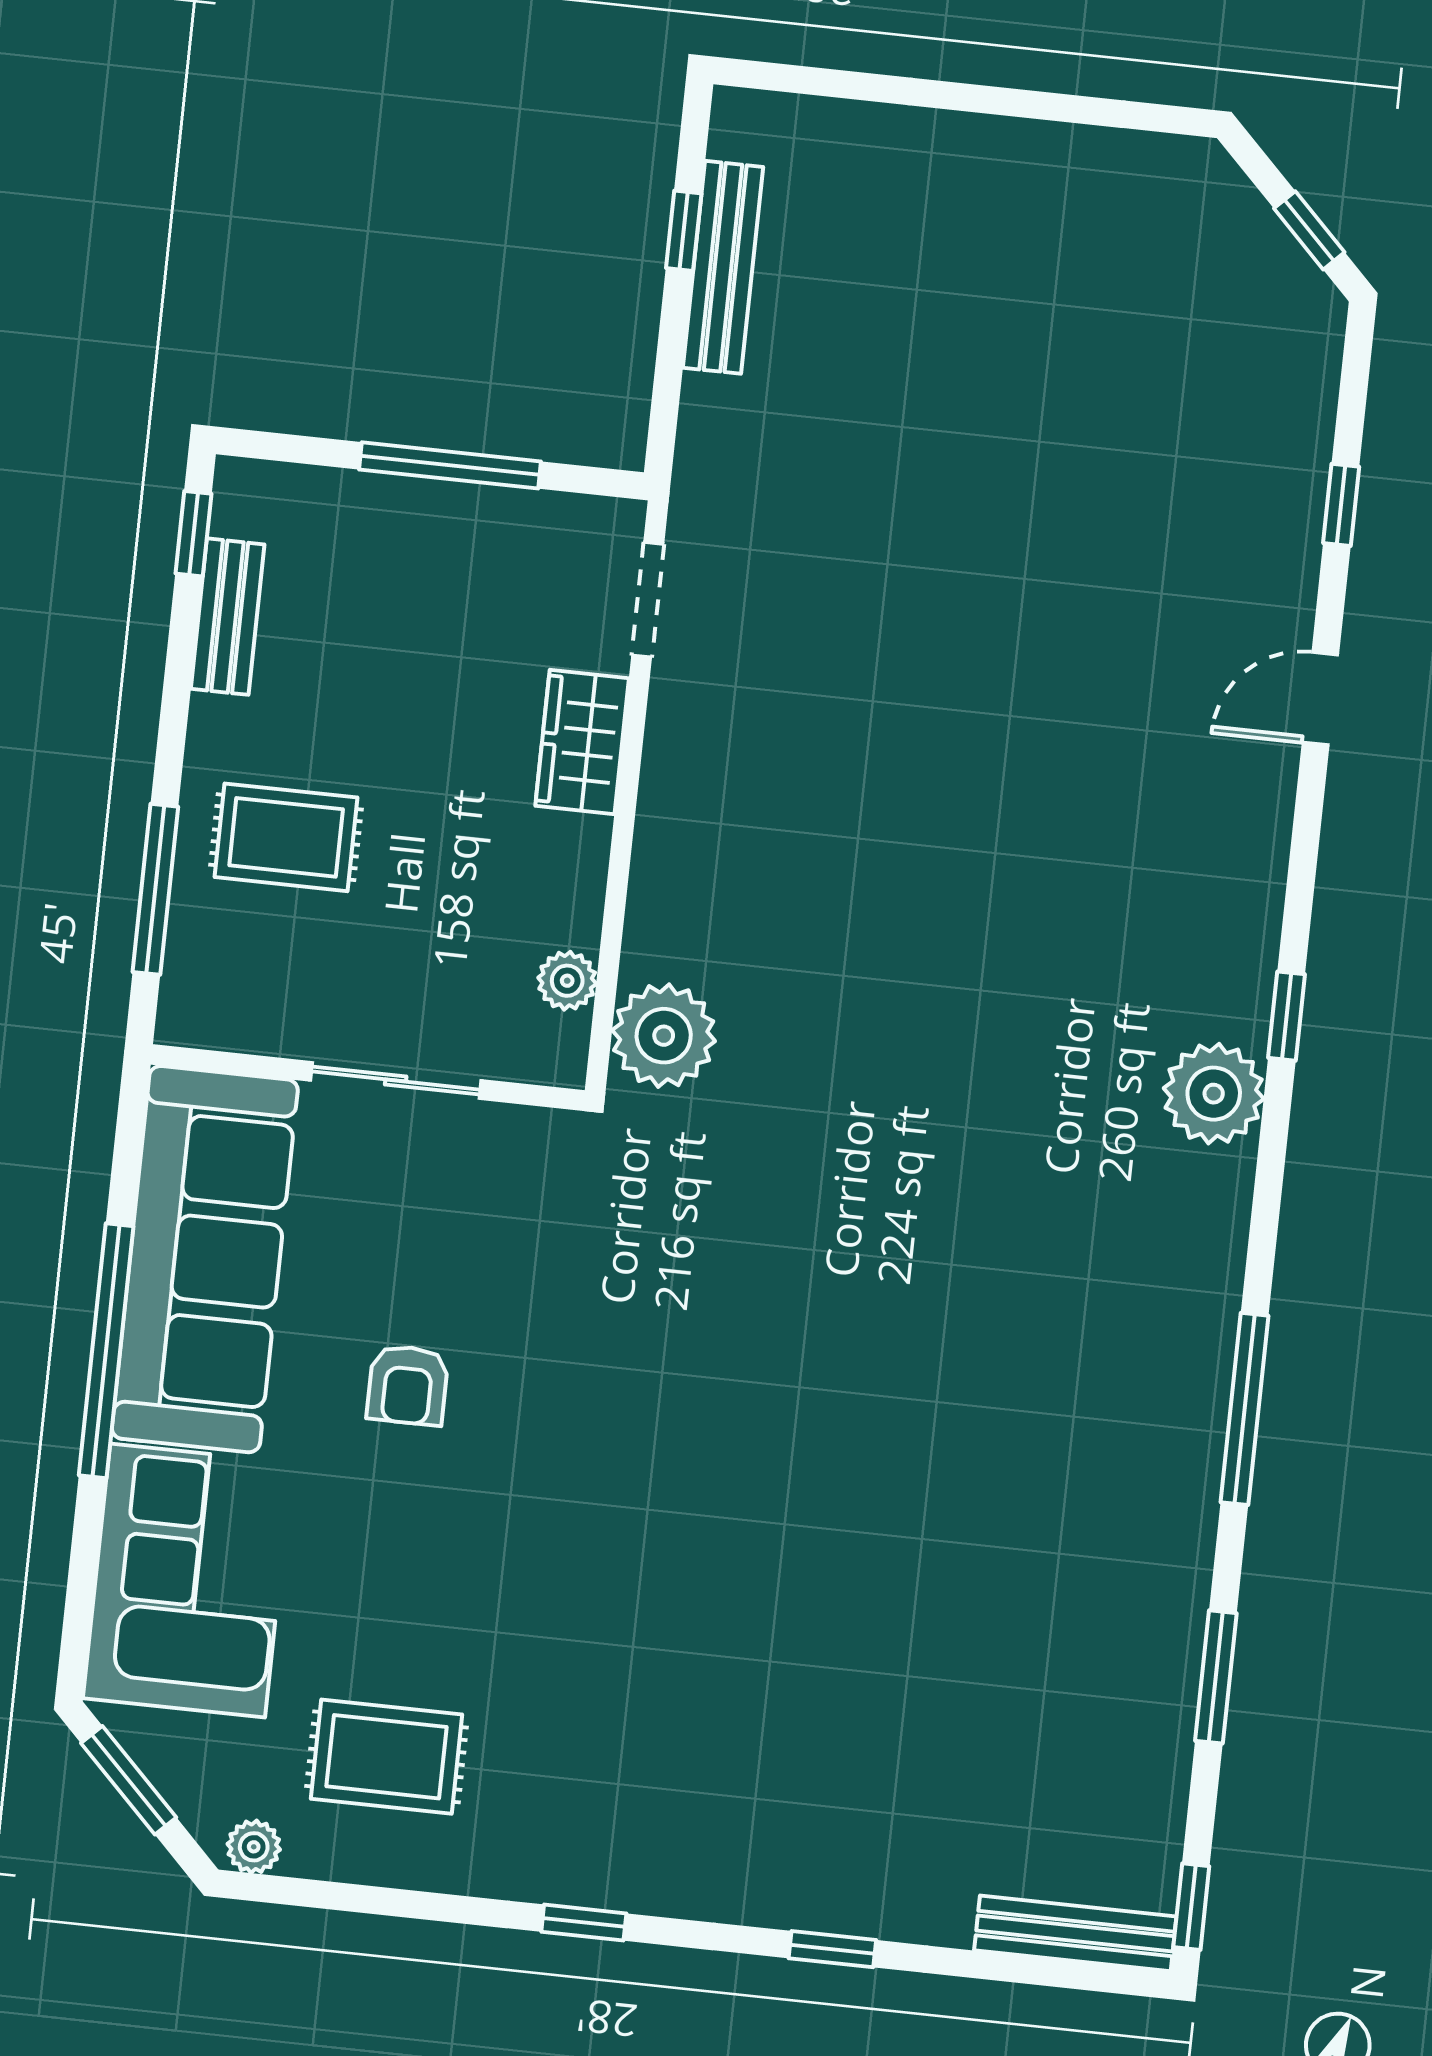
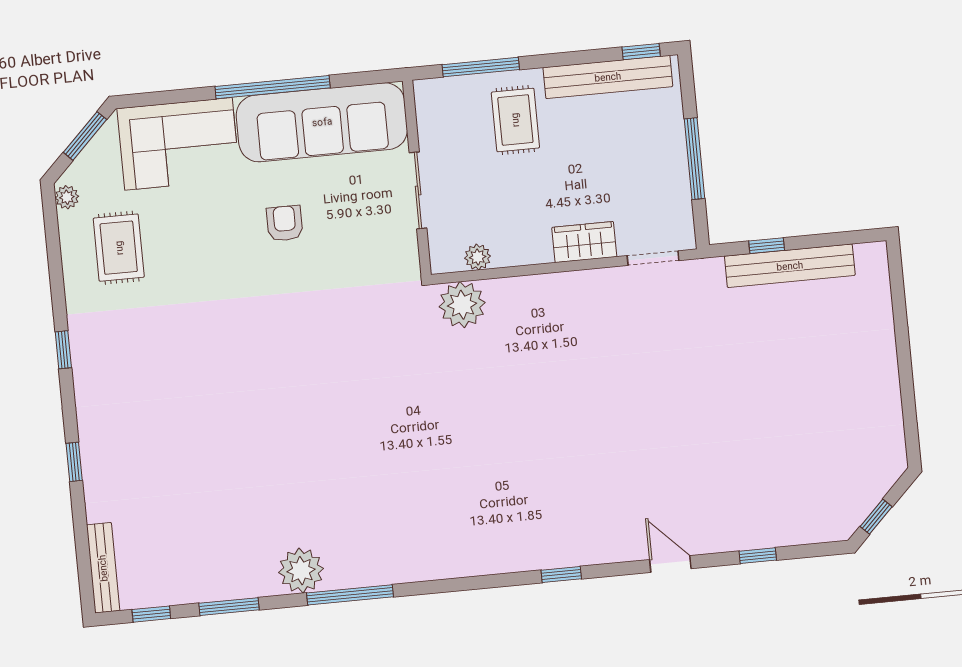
window: (684, 231) -> (767, 246), moved
bench: (723, 267) -> (790, 266), width x1.37, depth x1.21
bench: (228, 617) -> (608, 77), width x1.86, depth x1.21
window: (1286, 1016) -> (561, 575), moved
plant: (1214, 1094) -> (301, 571), moved
armchair: (408, 1385) -> (285, 223), turned 90
window: (1191, 1907) -> (151, 614), moved

